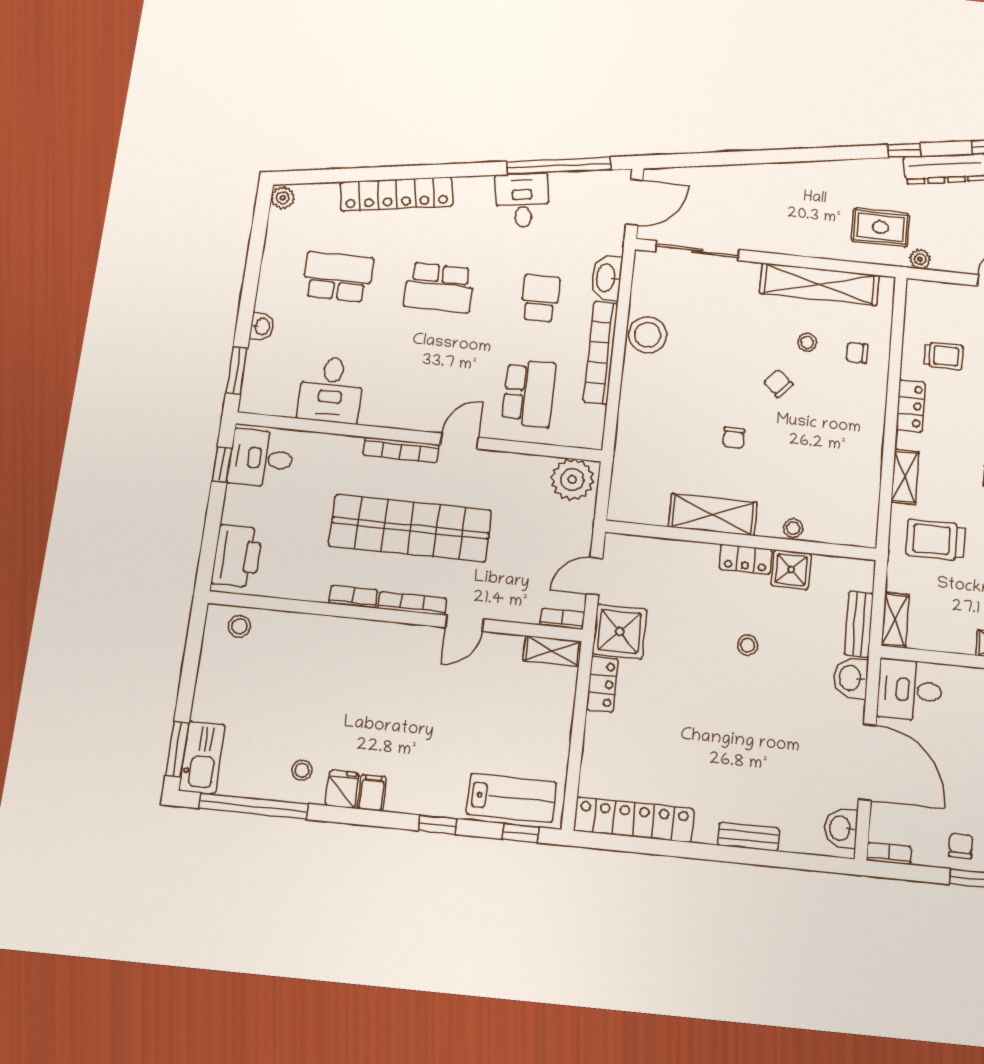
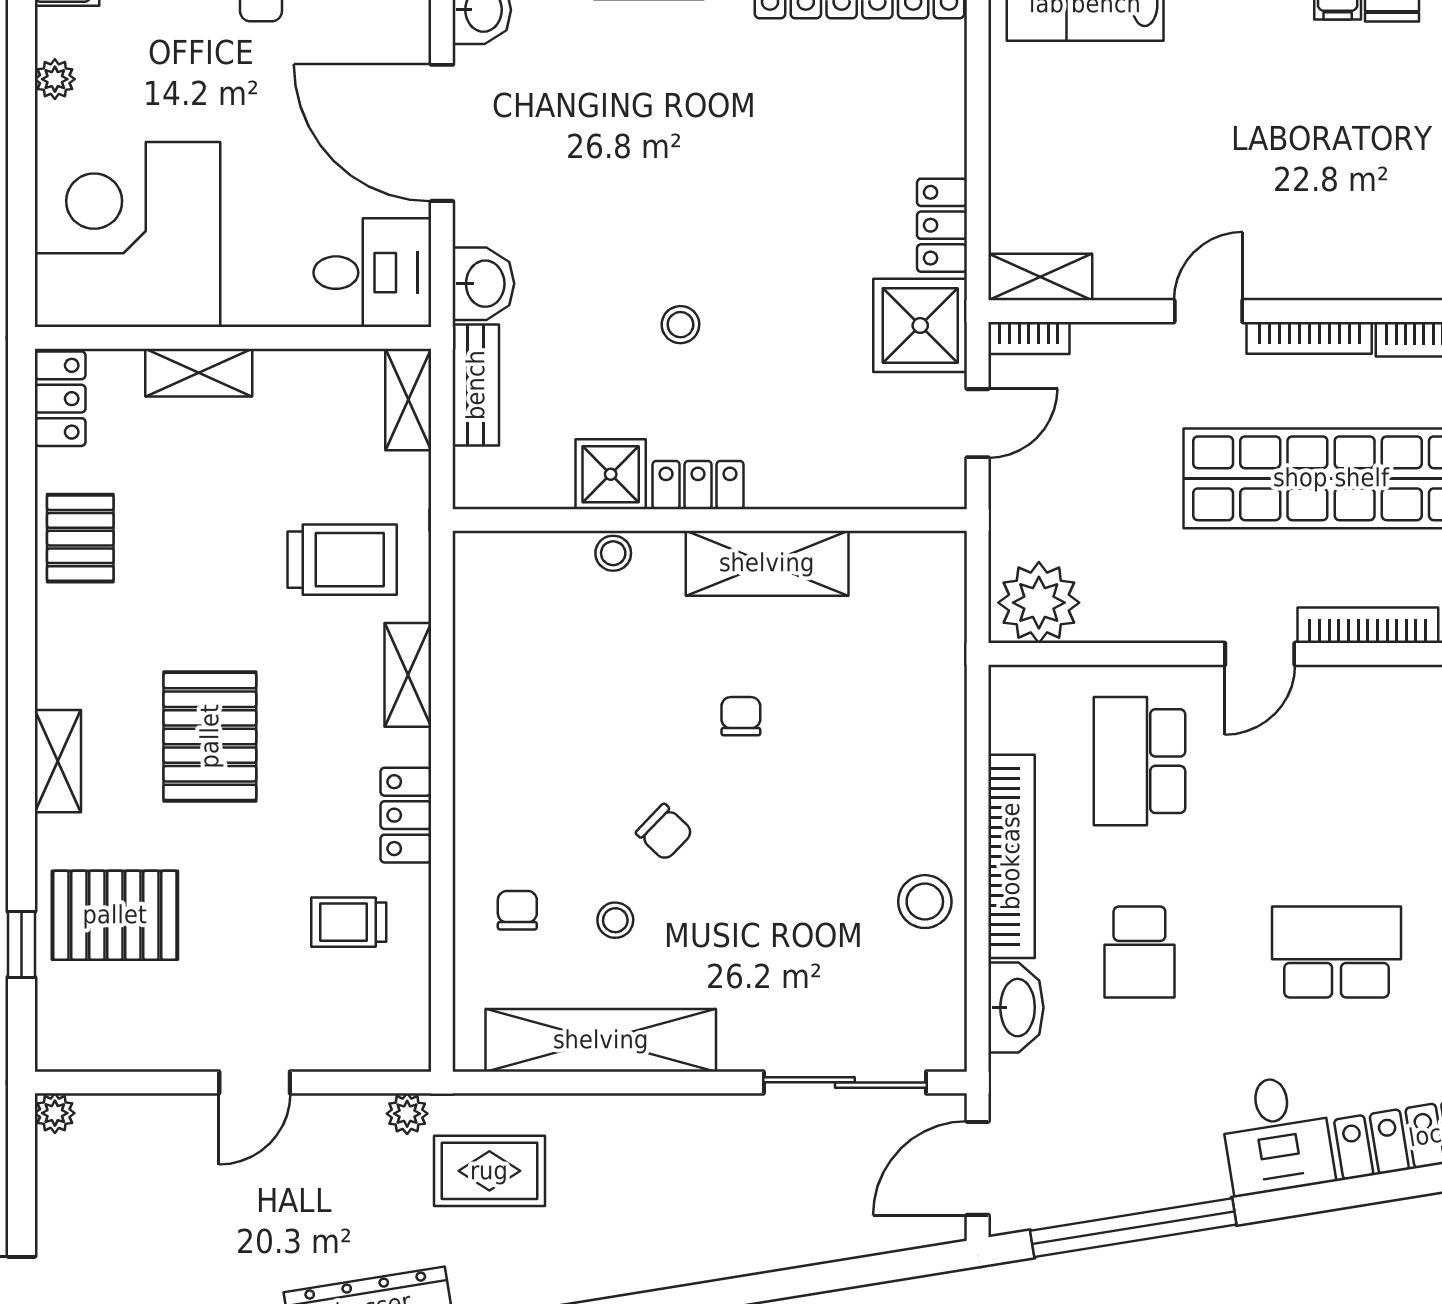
desk: (522, 200) -> (1277, 1135), moved
stool: (648, 335) -> (925, 902), width x0.73, depth x0.73
chair: (857, 353) -> (517, 910), turned -90

